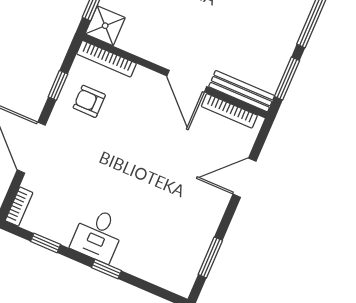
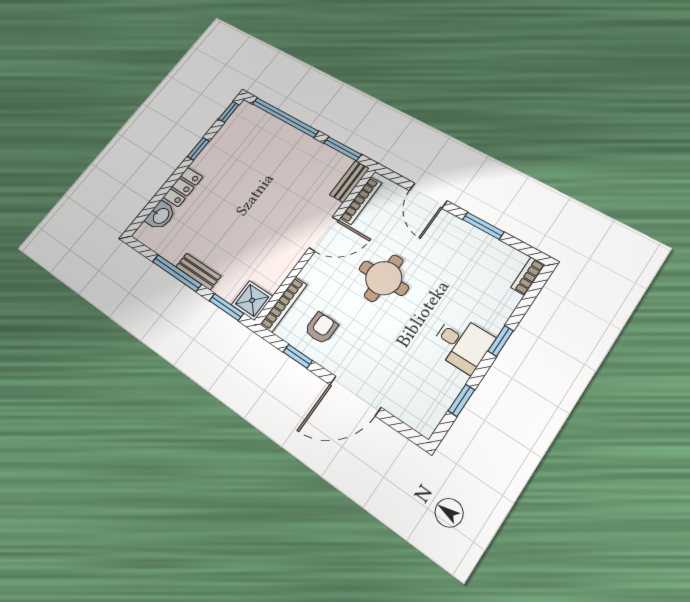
bench: (242, 91) -> (350, 182), width x0.73
armchair: (89, 101) -> (321, 328), turned 180
round table: (150, 151) -> (384, 278), added
bookcase: (19, 207) -> (528, 276), moved, turned -90
window: (210, 257) -> (483, 226), moved

